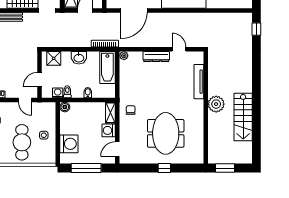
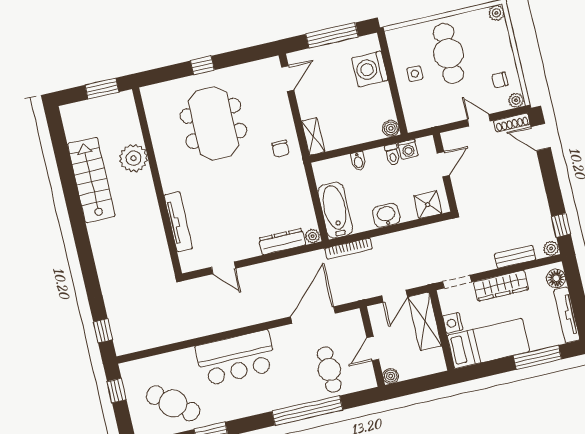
dresser: (156, 57) -> (282, 242), moved
door: (25, 100) -> (479, 120), moved
plant: (216, 104) -> (133, 158), moved
washing machine: (109, 130) -> (309, 106), removed

